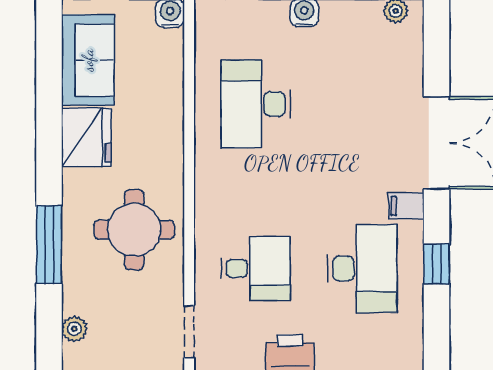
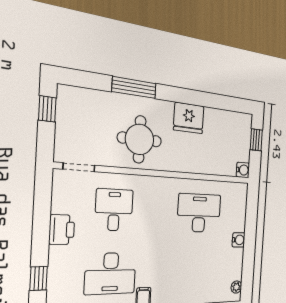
sofa: (88, 60) -> (225, 124), removed
desk: (256, 269) -> (114, 210), turned 180
plant: (74, 329) -> (85, 95), removed

